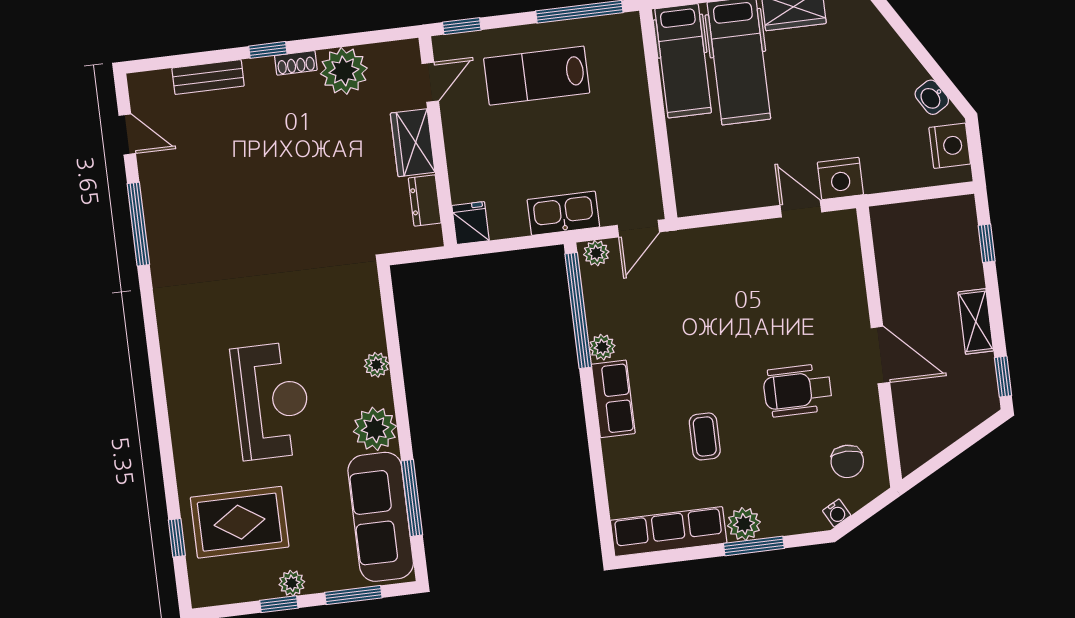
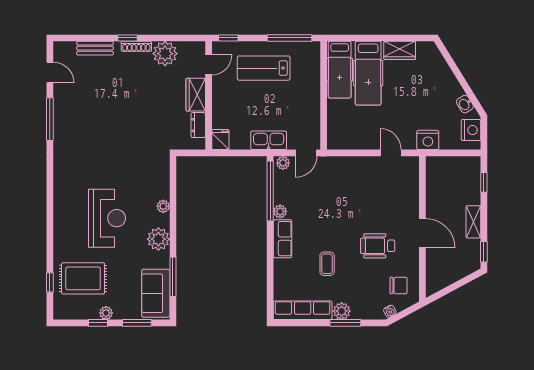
shoe rack: (296, 63) -> (136, 46), width x1.43
nightstand: (840, 178) -> (428, 140), moved
chair: (847, 461) -> (399, 285), turned -90
sofa: (381, 517) -> (156, 293), width x0.73

